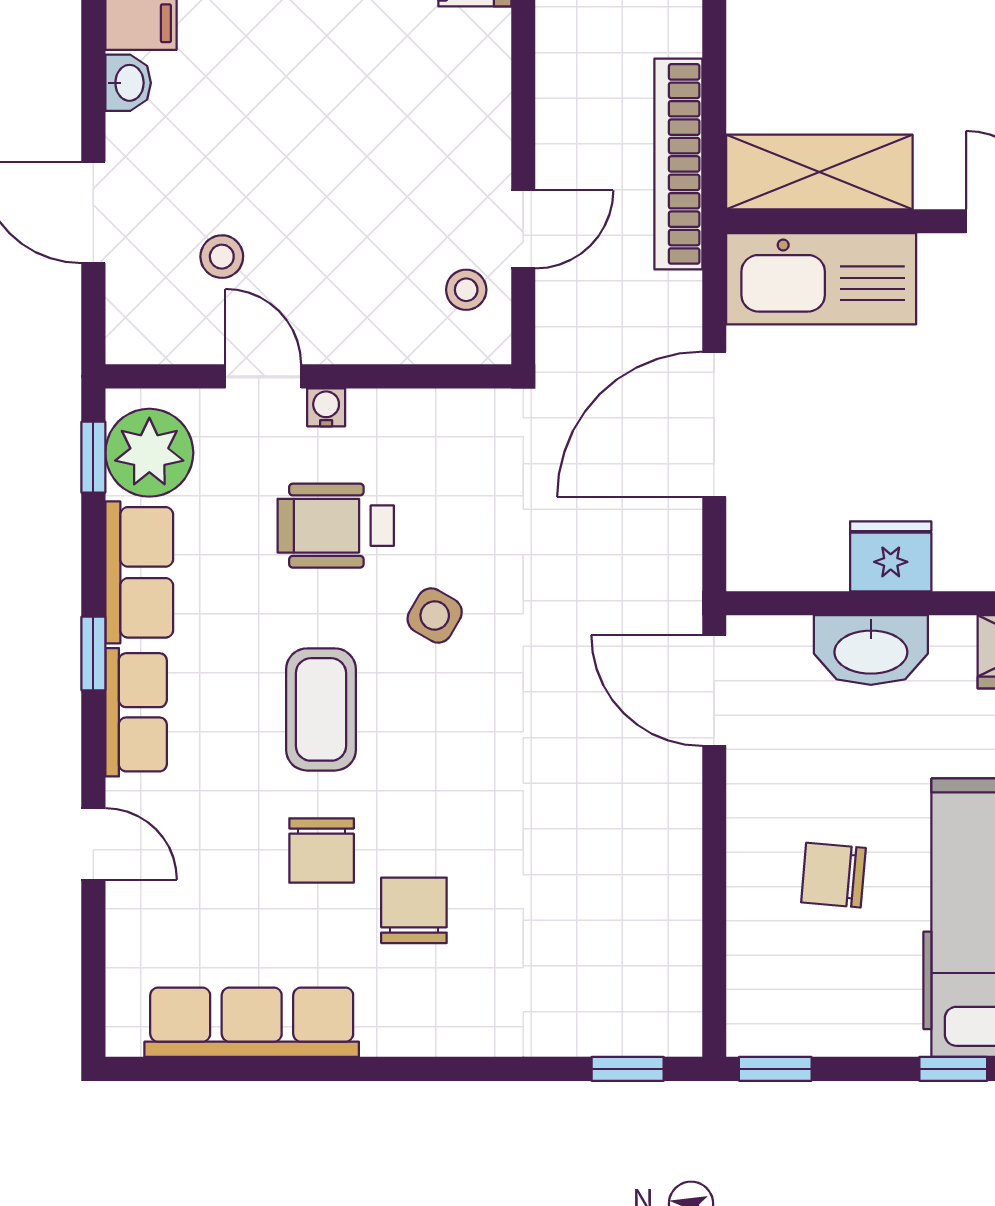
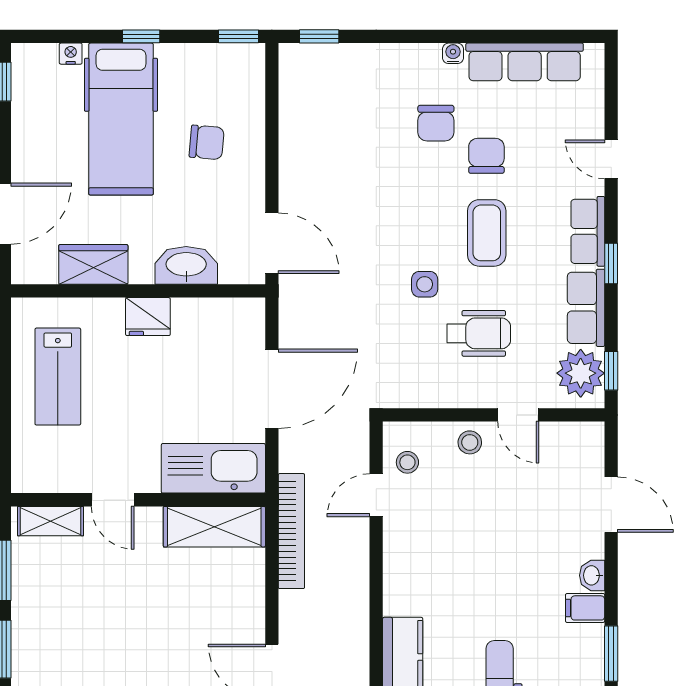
stool: (222, 257) -> (470, 442), moved
water cooler: (326, 407) -> (453, 53), moved, turned 180
fridge: (891, 556) -> (148, 317), moved
side table: (435, 615) -> (425, 284), turned -30

